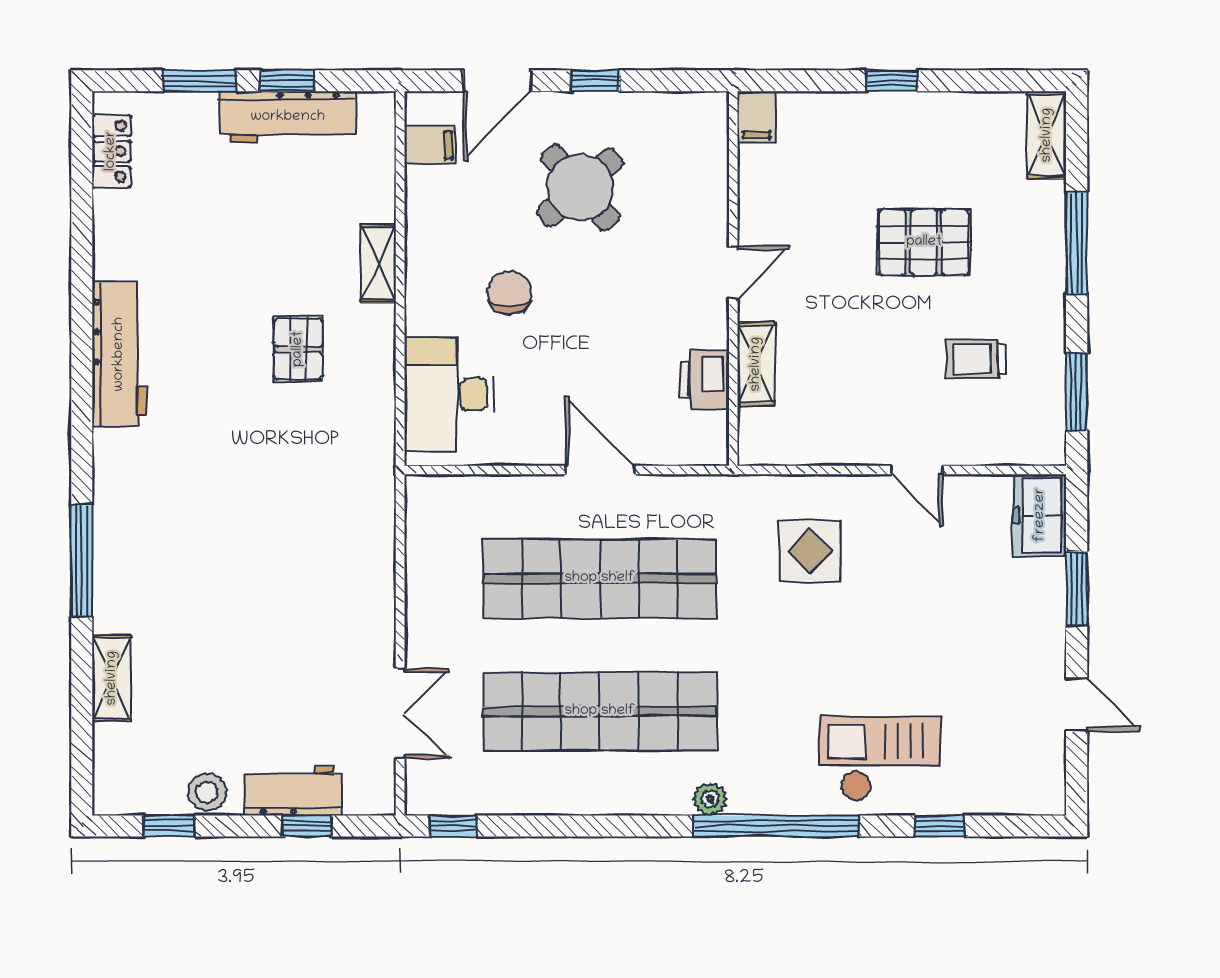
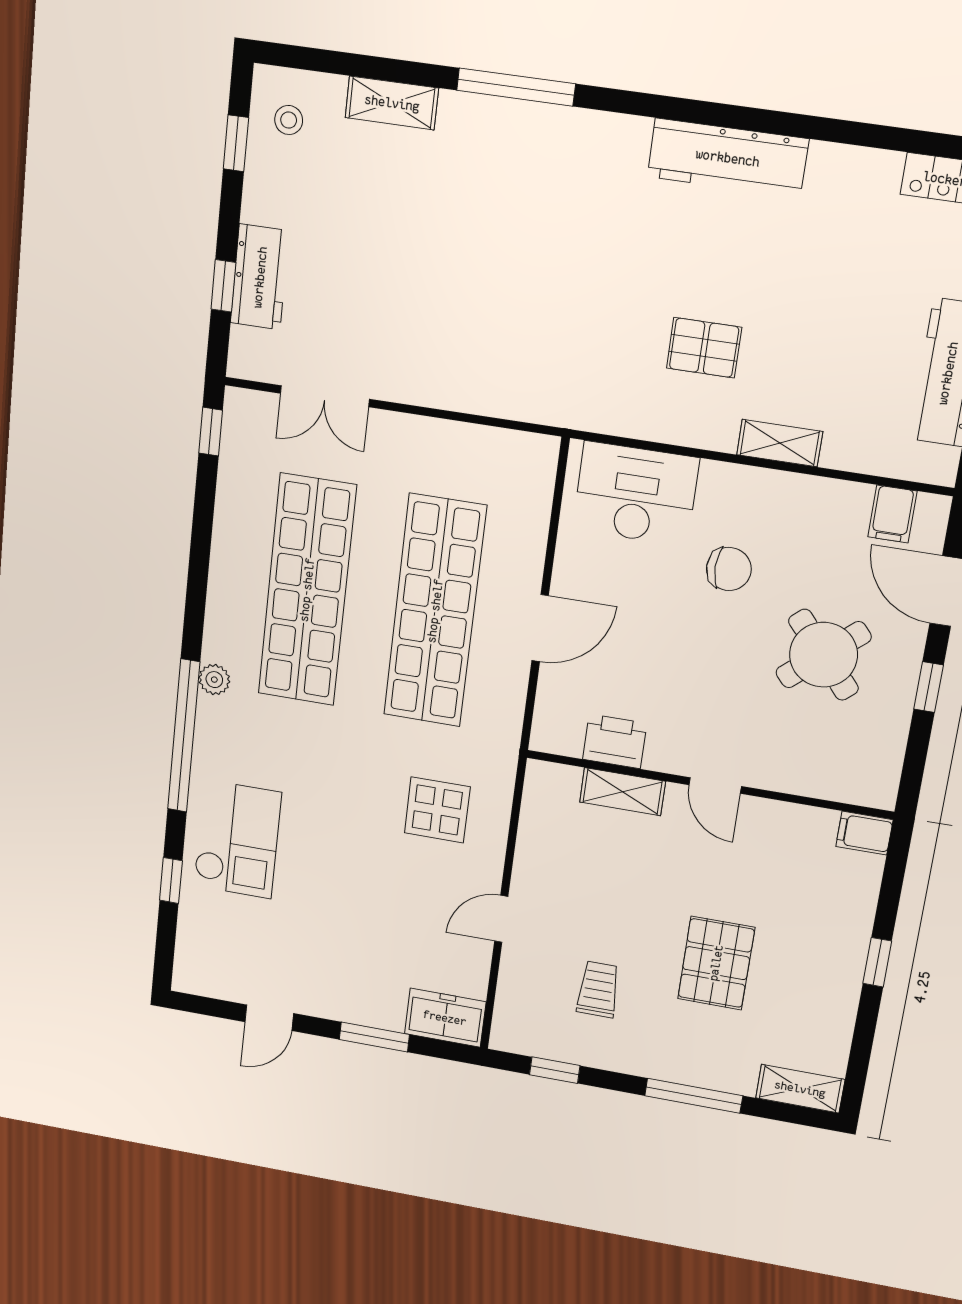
window: (1077, 392) -> (555, 1070), width x0.67
stool: (207, 792) -> (289, 120), moved, width x0.73, depth x0.73

